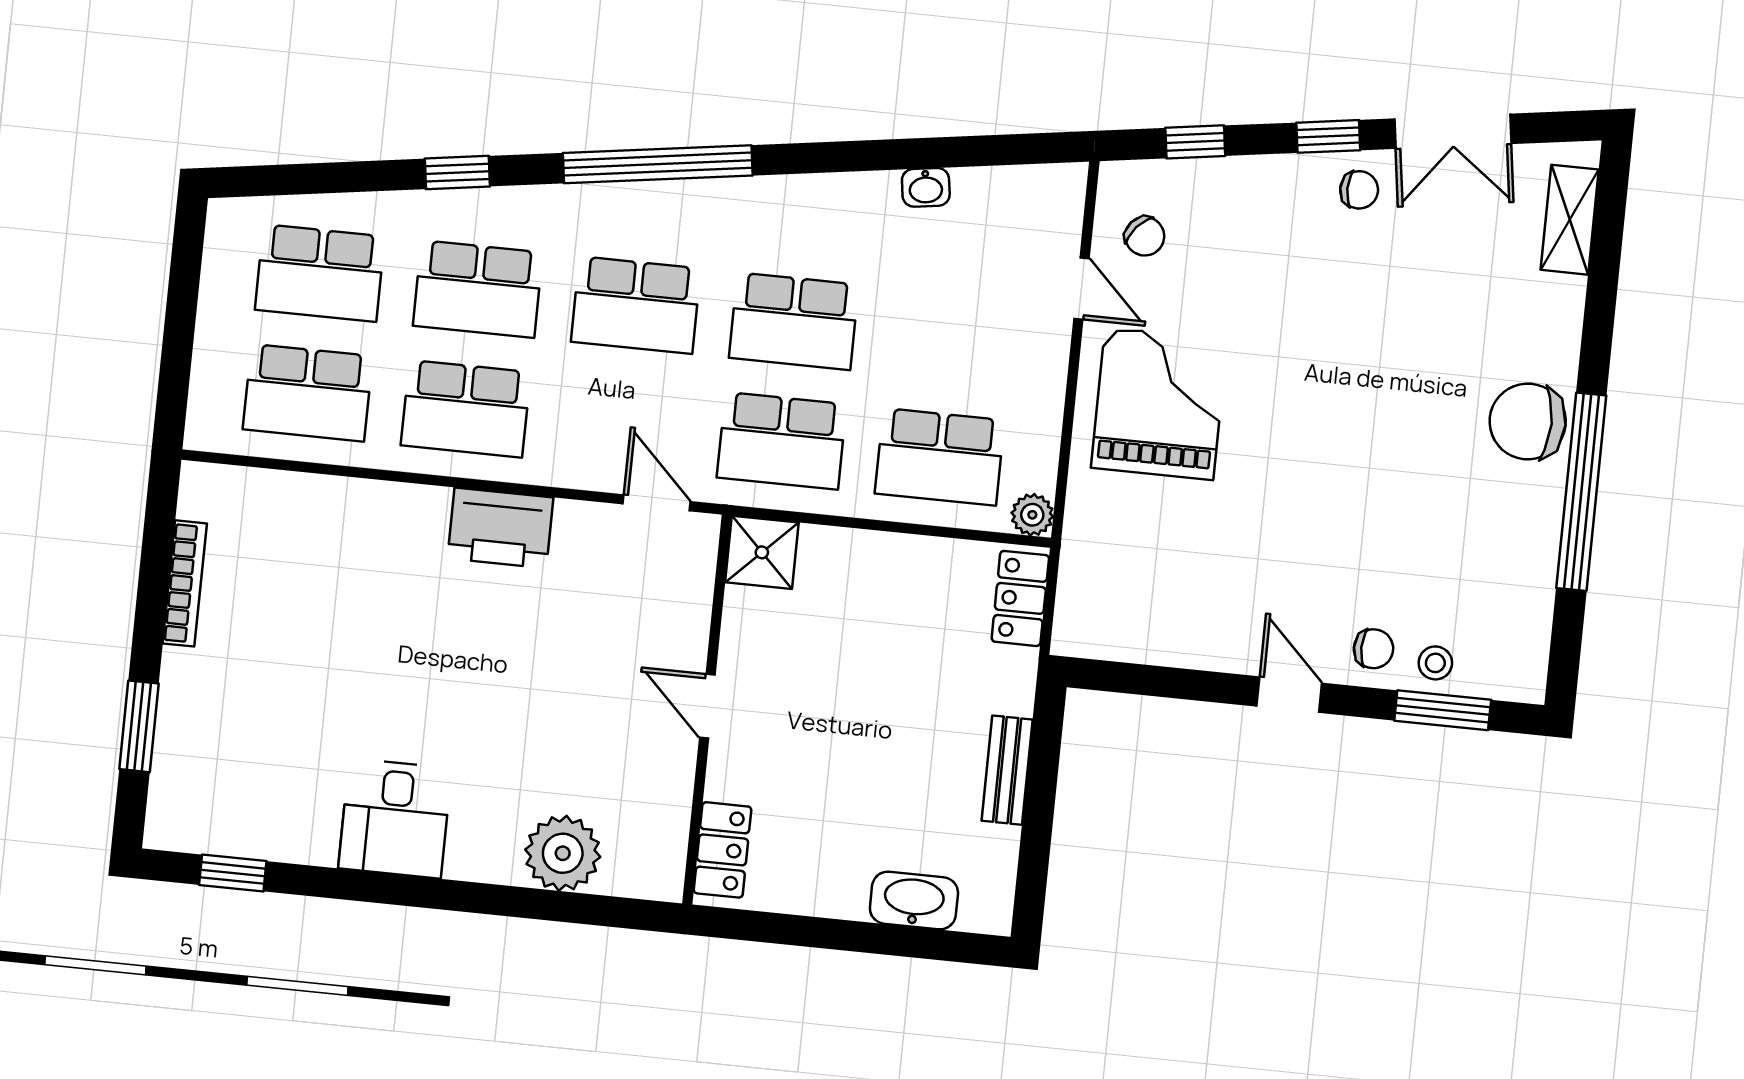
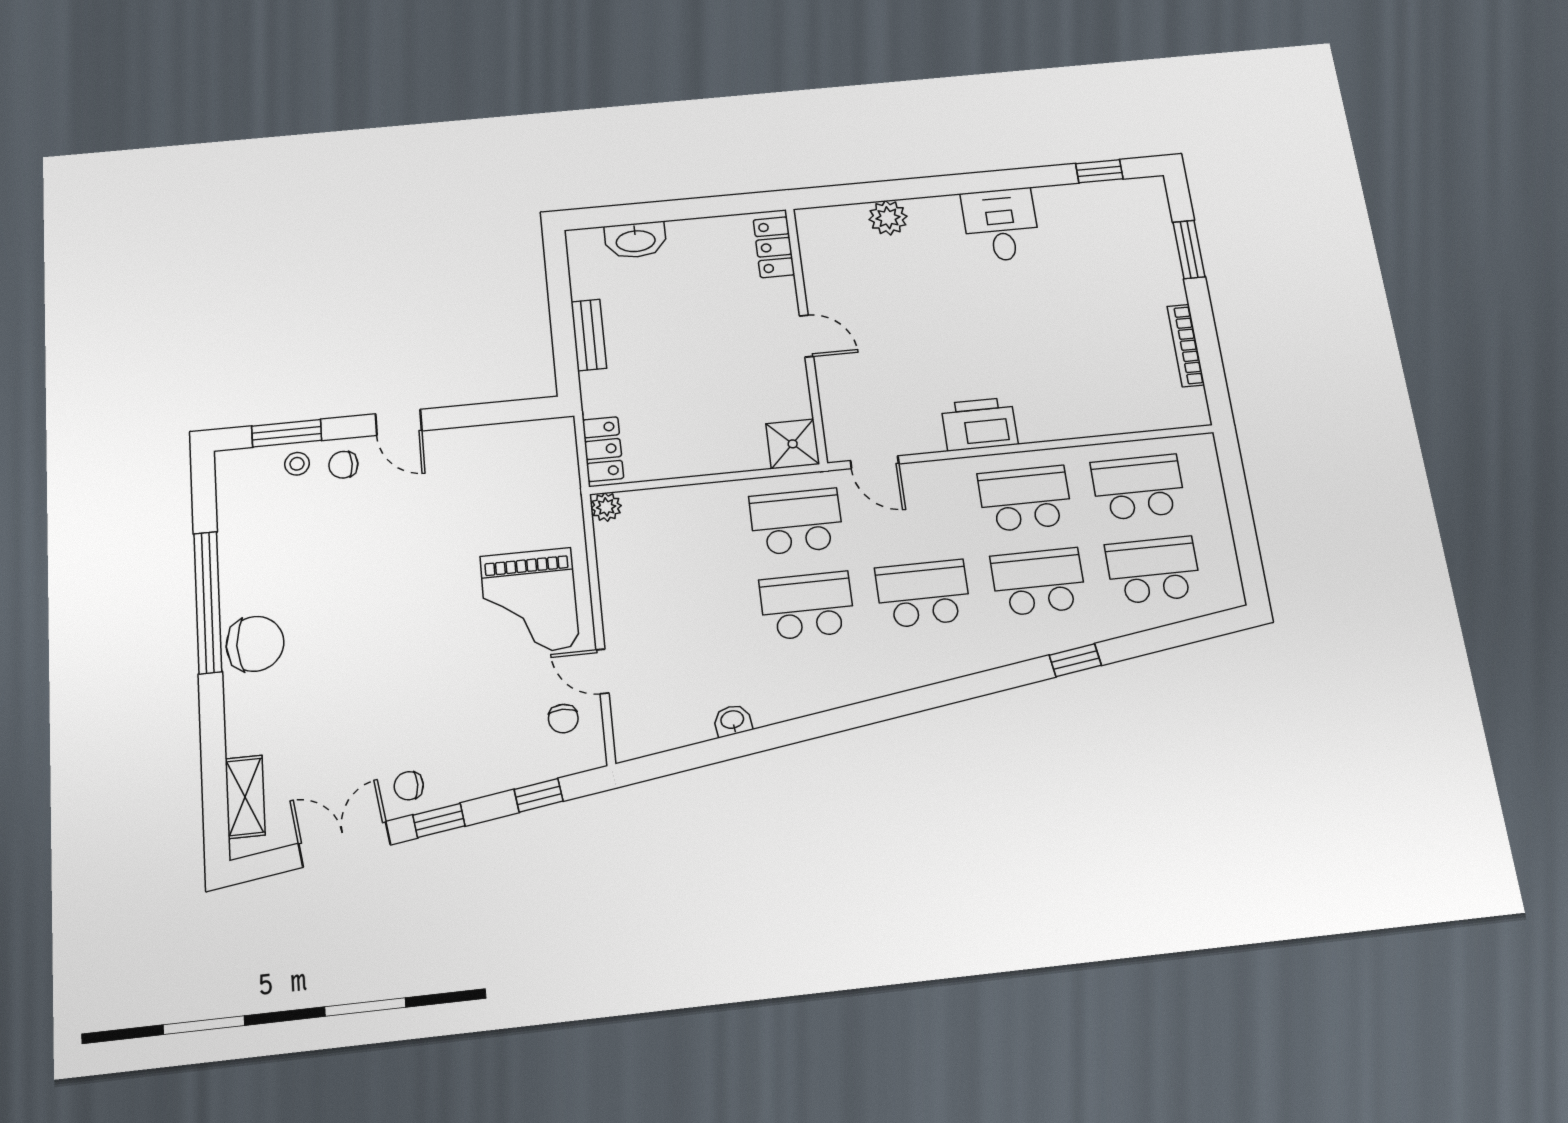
window: (658, 164) -> (932, 696), removed
chair: (1145, 236) -> (563, 719), turned -131
school desk: (940, 457) -> (681, 533), removed
plant: (563, 853) -> (888, 218), width x0.73, depth x0.73

